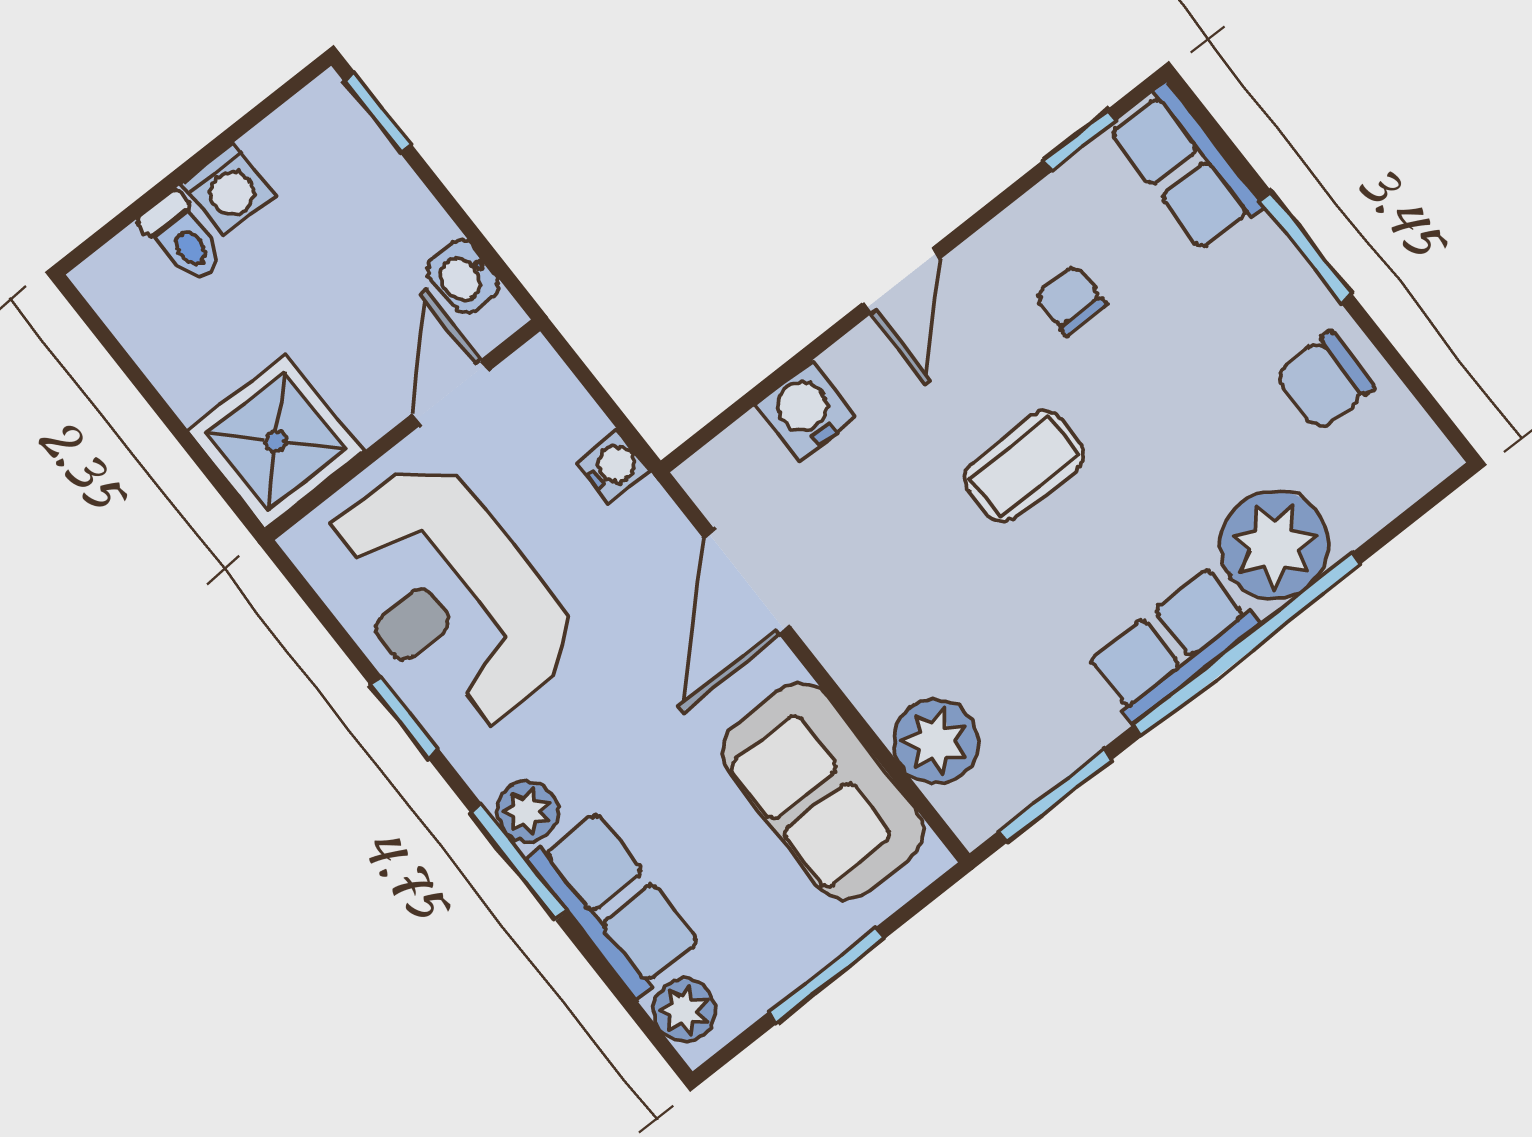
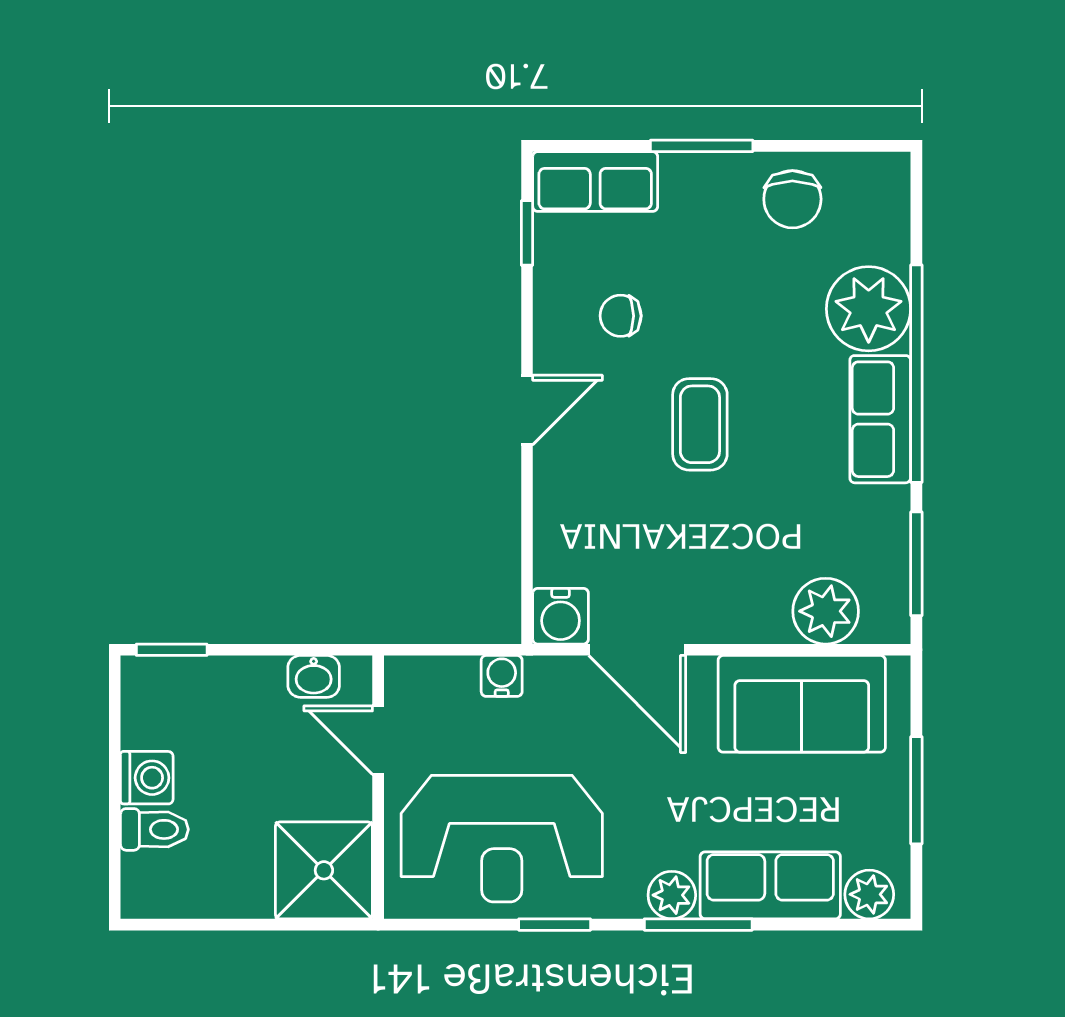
door: (901, 281) -> (527, 410), hinge flipped
water cooler: (805, 411) -> (561, 616), moved, turned -90

